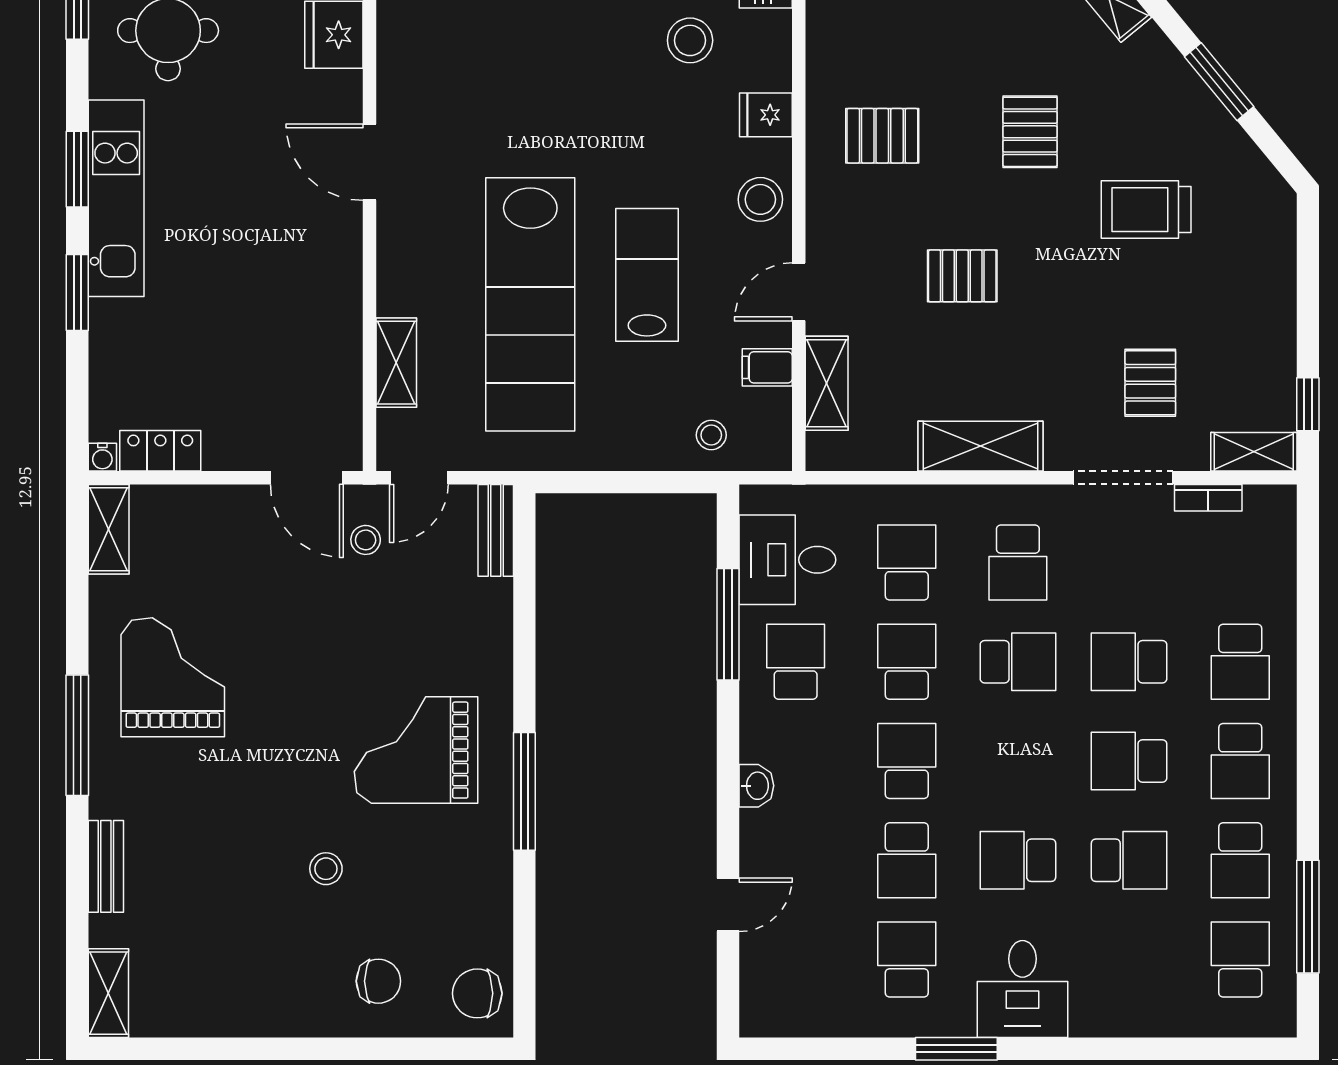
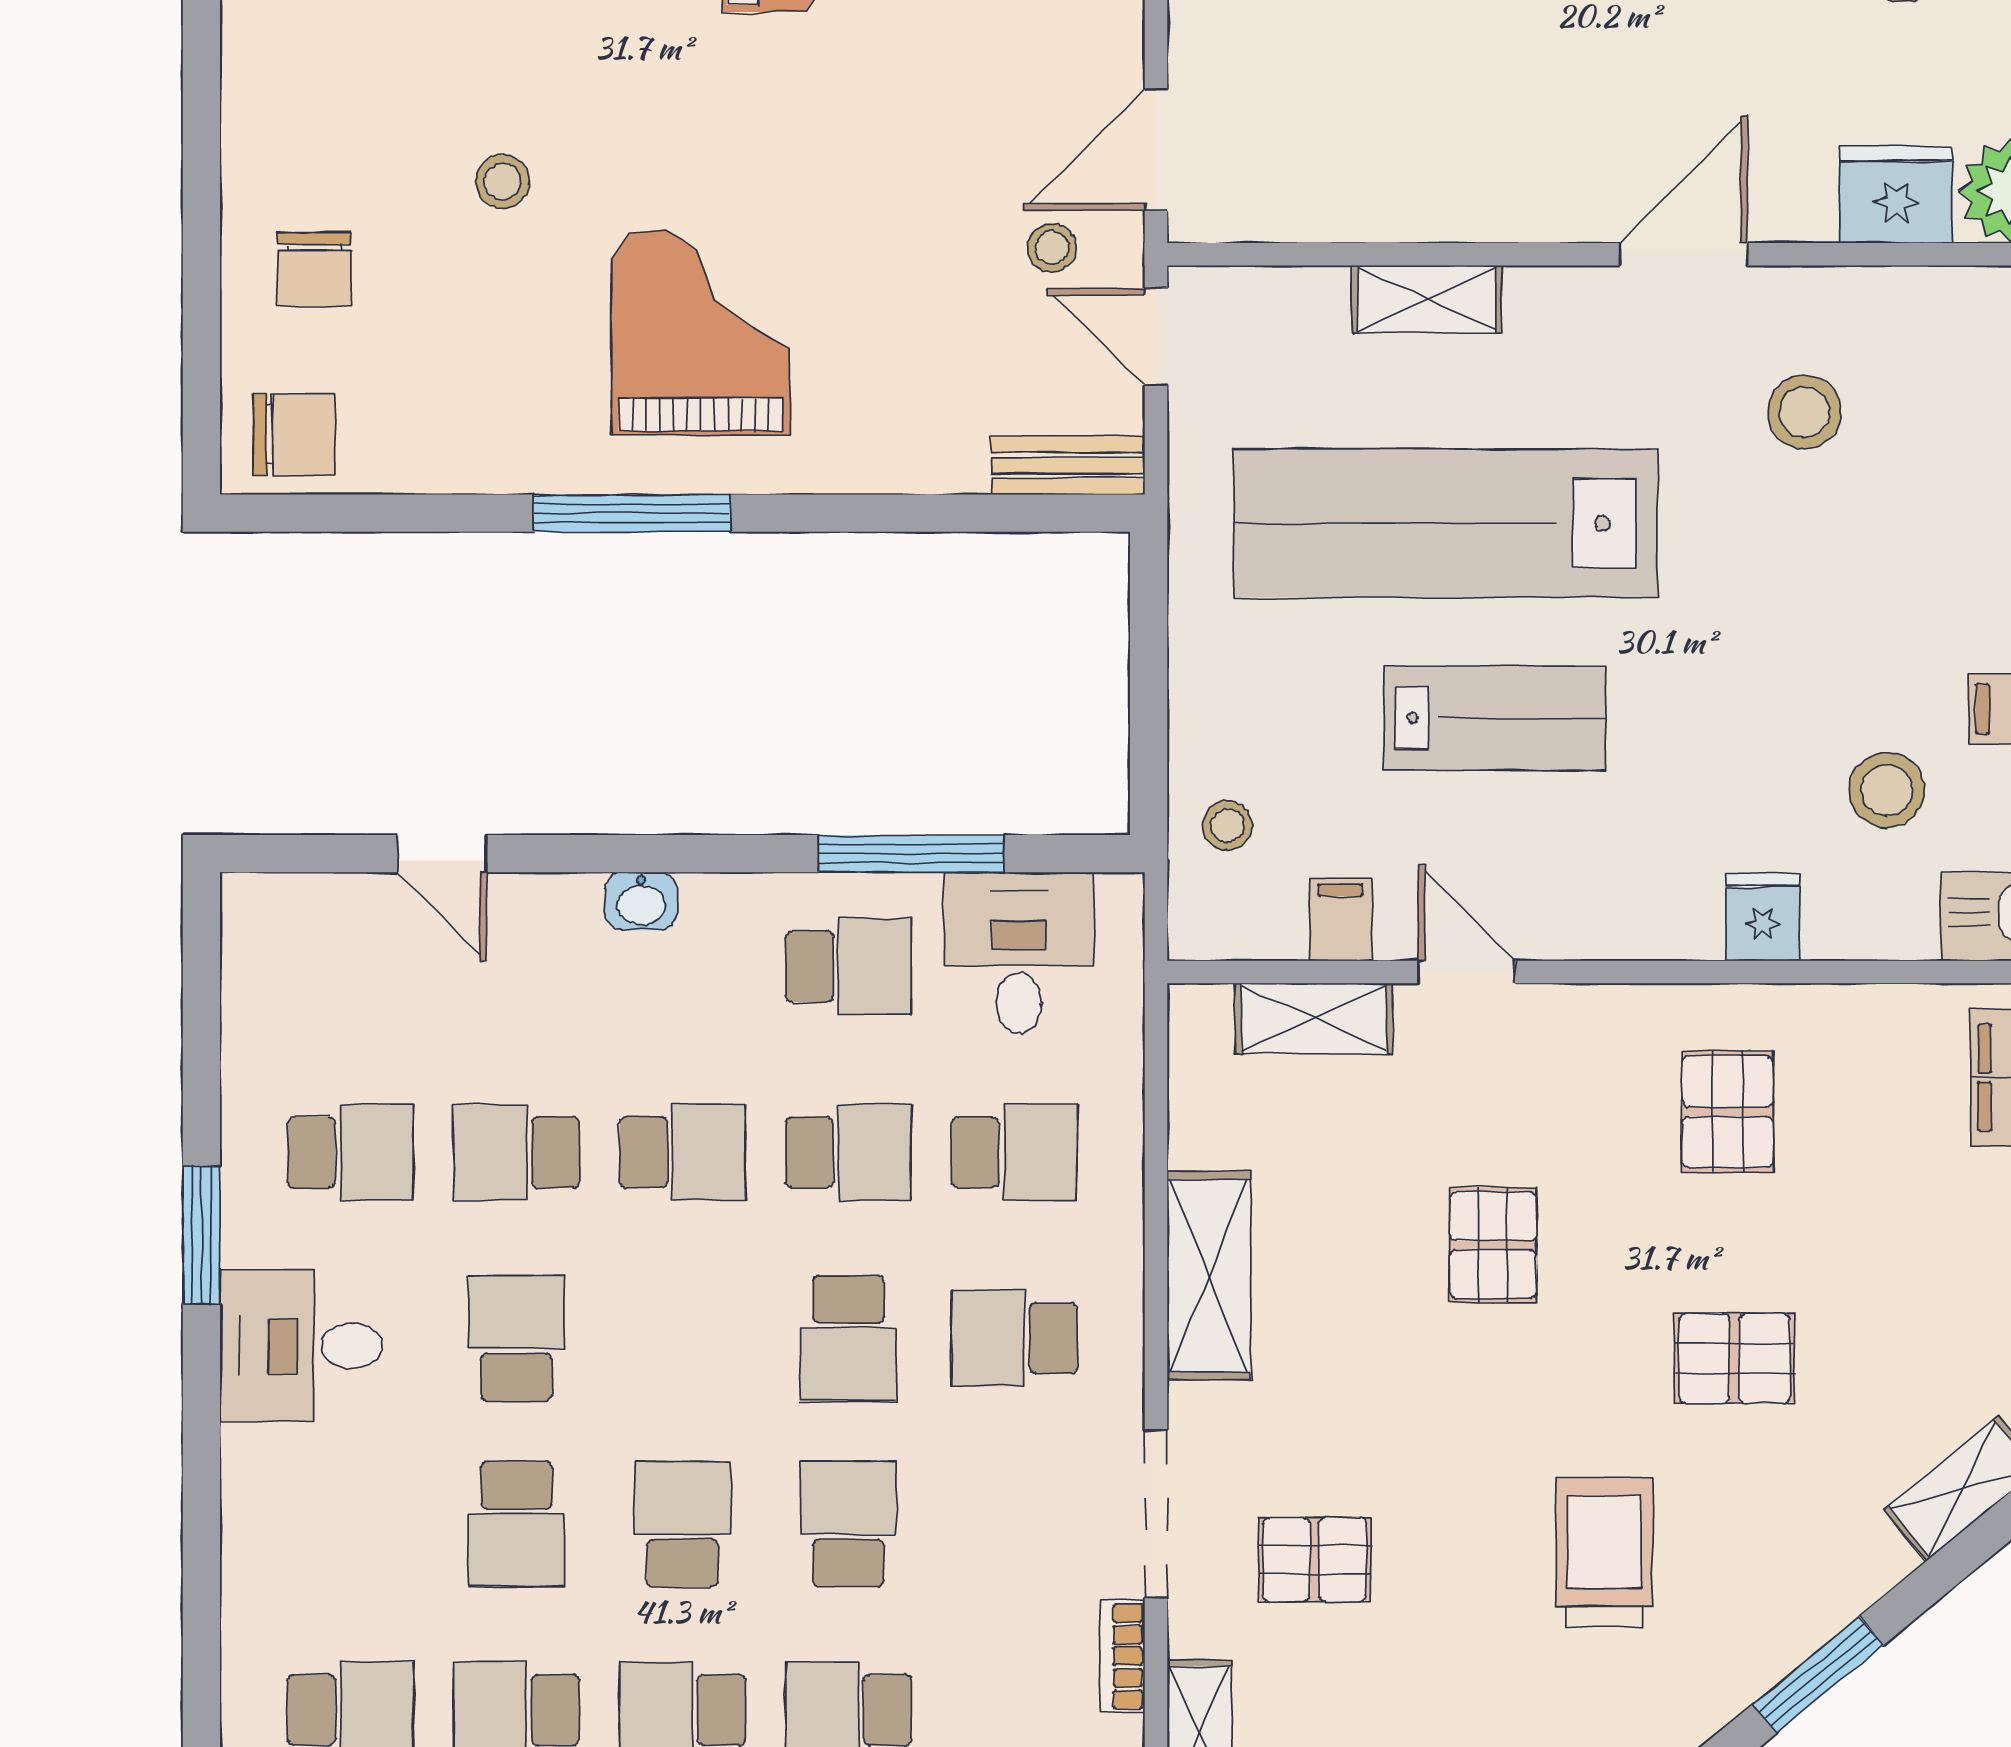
stool: (760, 199) -> (1804, 412), moved
shelving: (396, 363) -> (1427, 299), moved
chair: (477, 993) -> (294, 434), turned 90

